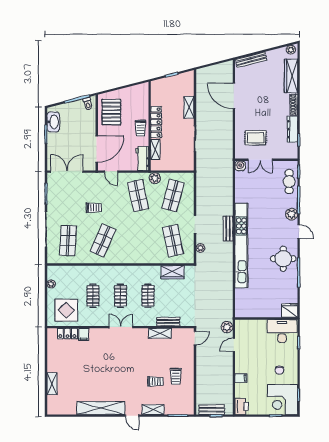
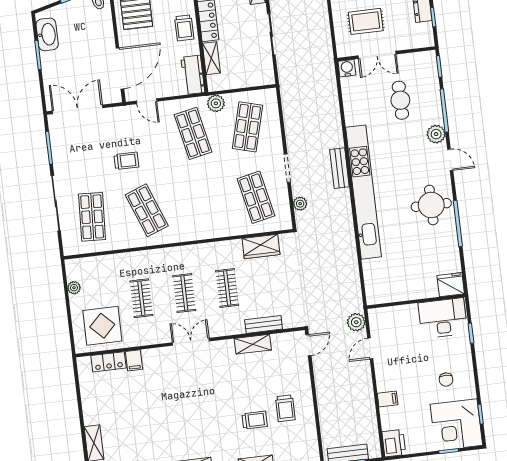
cafe table: (289, 182) -> (400, 100), moved
shop shelf: (103, 241) -> (147, 210), turned -45

